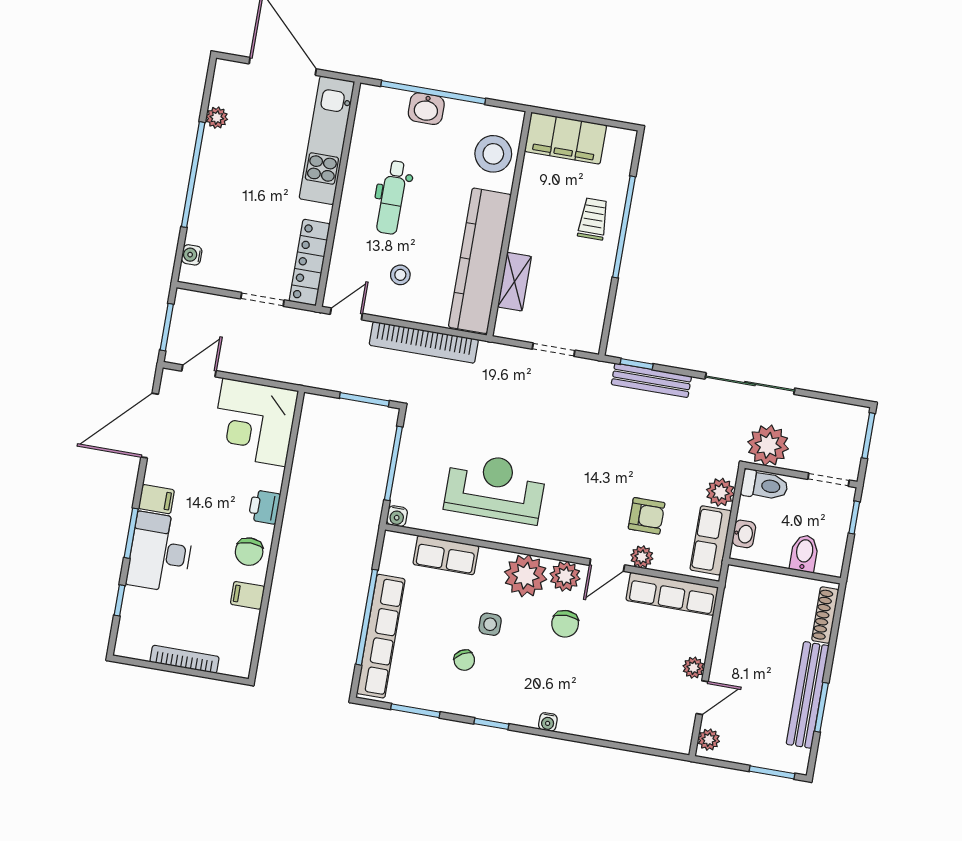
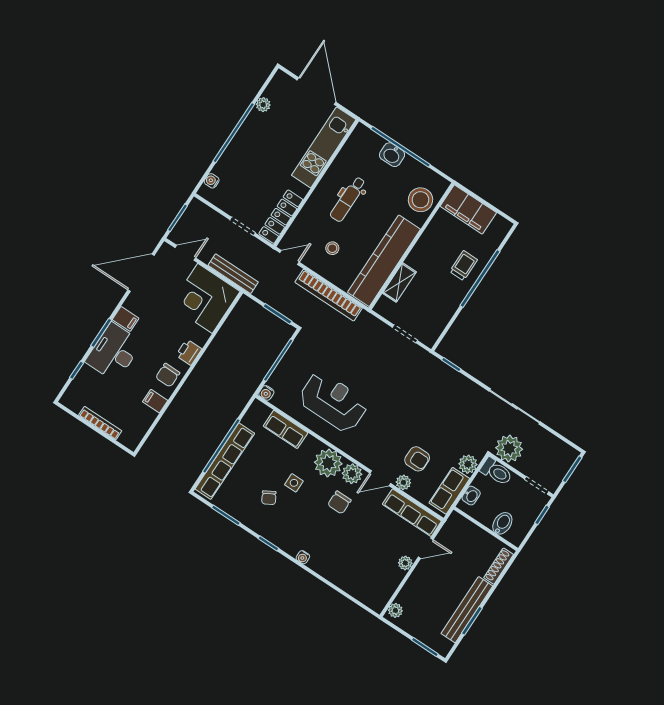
bench: (651, 380) -> (233, 274), moved
door: (702, 698) -> (426, 548), moved

